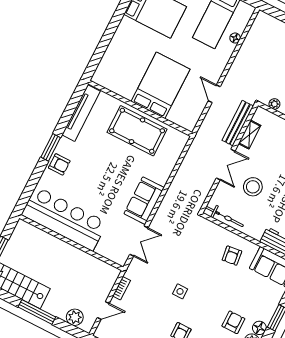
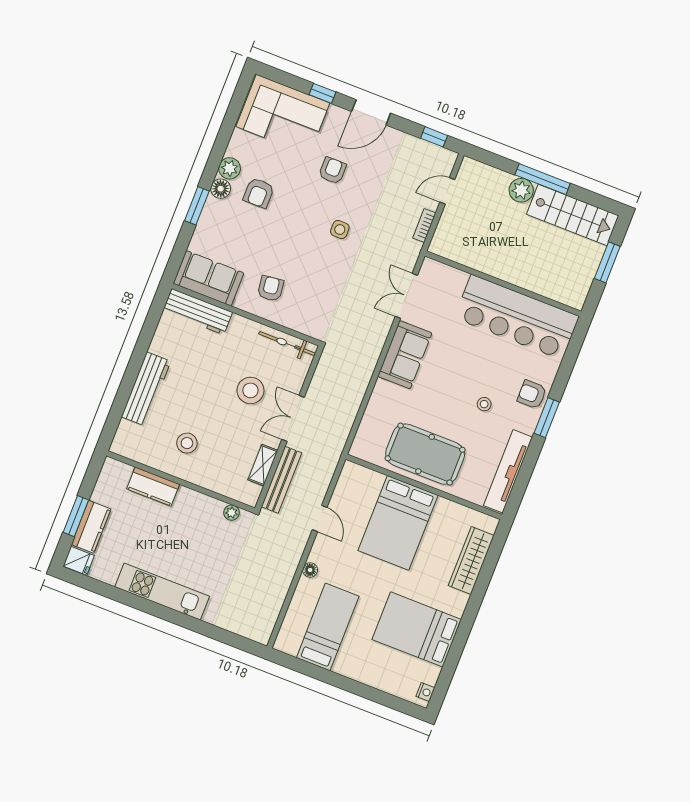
floor lamp: (235, 38) -> (310, 570), moved
wardrobe: (113, 54) -> (471, 560), added
stool: (93, 161) -> (484, 404), added
plant: (75, 317) -> (521, 190), moved

